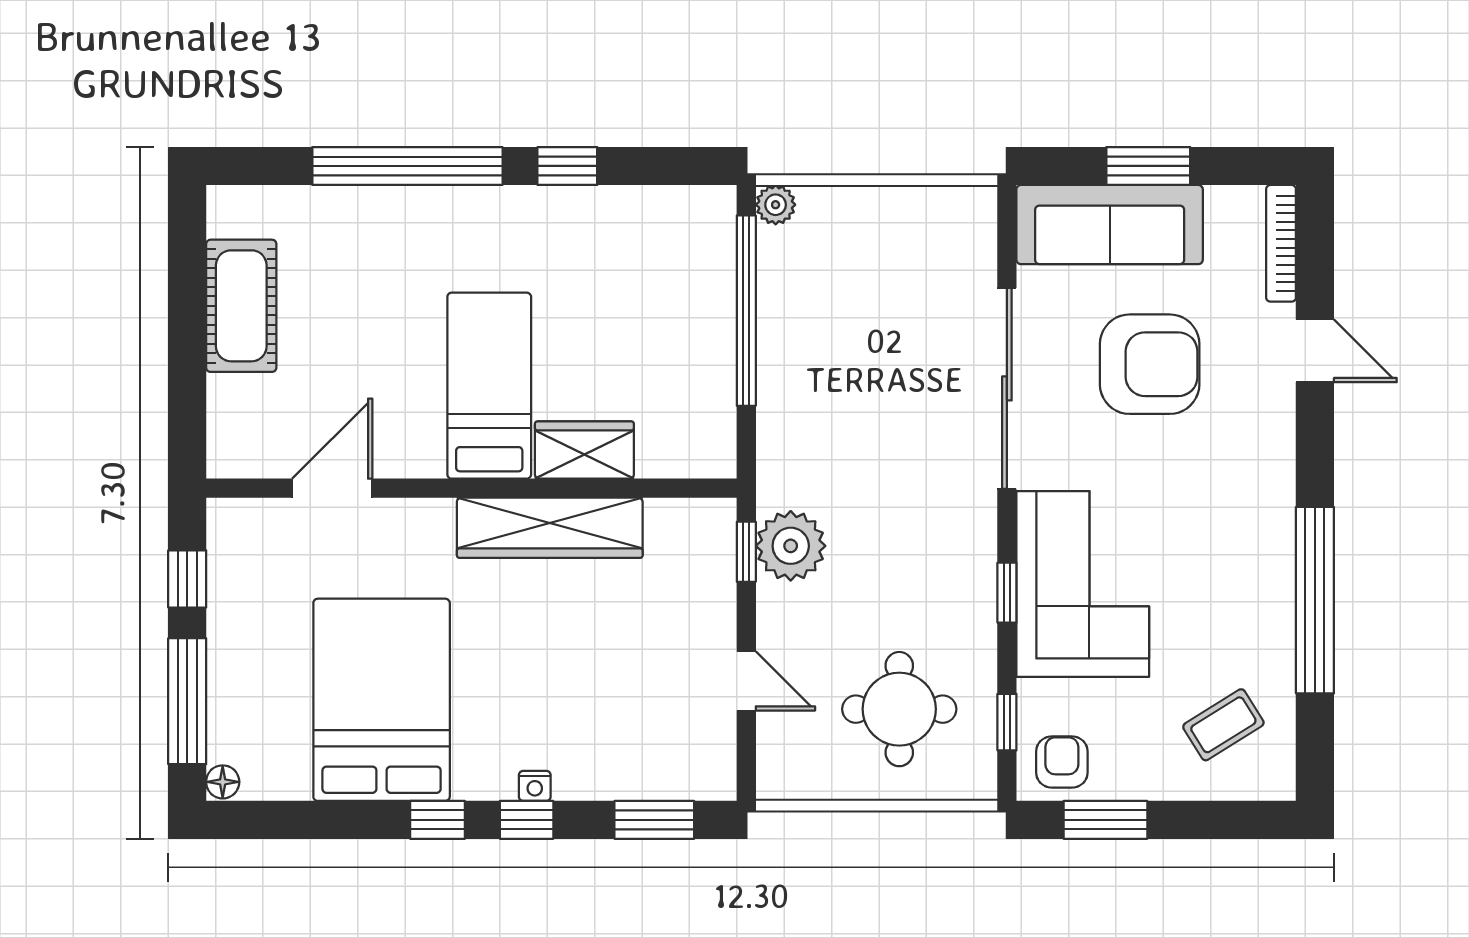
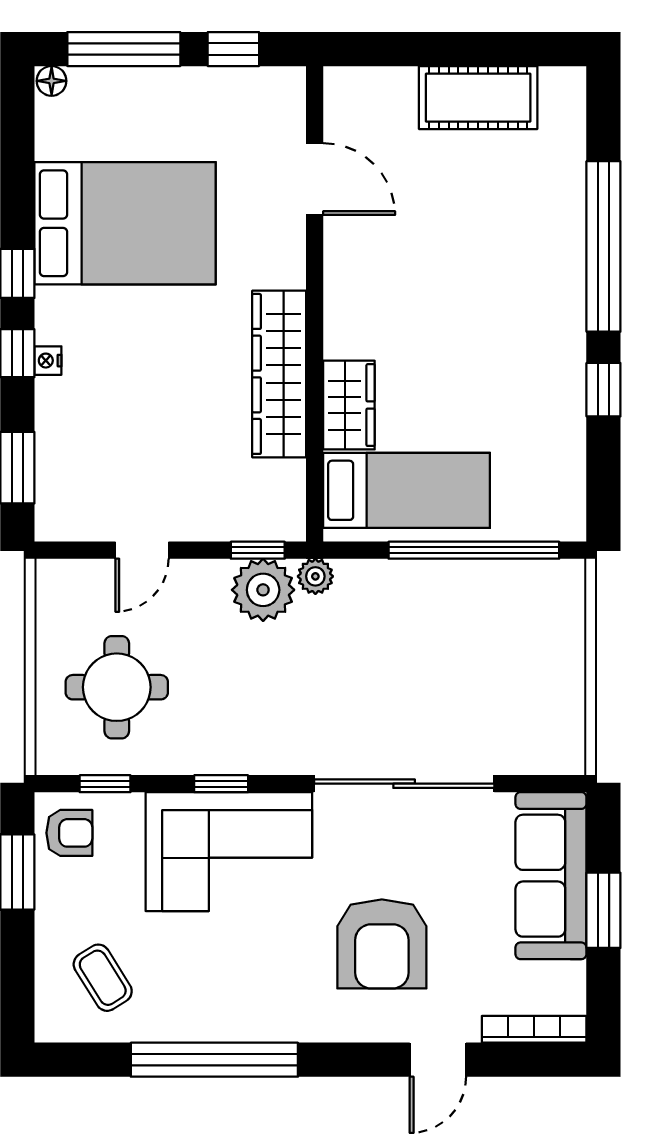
plant: (776, 205) -> (315, 576), moved
armchair: (1150, 364) -> (382, 944), moved
bed: (489, 386) -> (407, 490), moved

